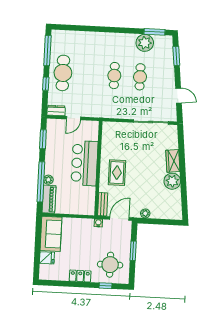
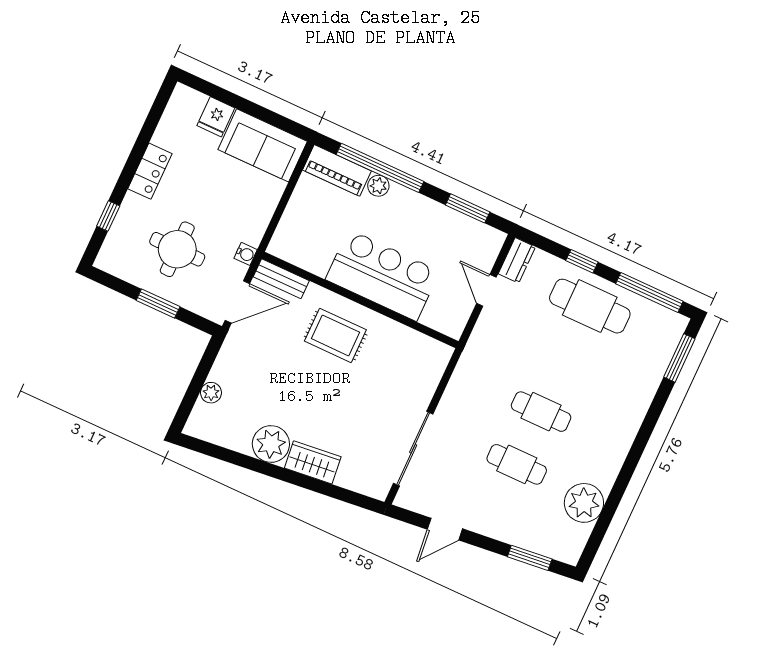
window: (154, 32) -> (679, 358), moved
plant: (145, 213) -> (211, 393), moved
door: (119, 218) -> (237, 302), hinge flipped
round table: (110, 265) -> (177, 249), moved

